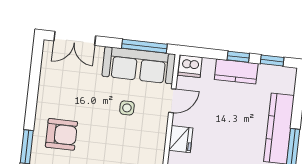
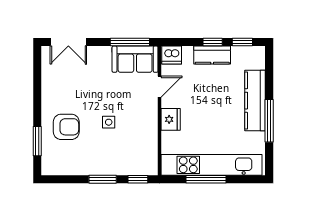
sofa: (139, 65) -> (135, 59), width x0.73
side table: (127, 108) -> (109, 122), moved

